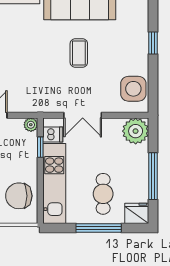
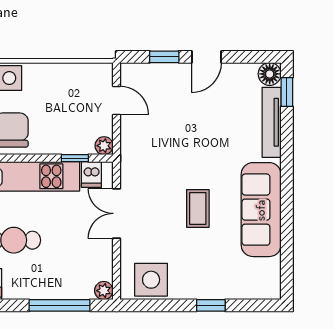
coffee table: (79, 53) -> (198, 208), turned 90
plant: (136, 131) -> (104, 291), width x0.53, depth x0.53
window: (153, 176) -> (59, 305), moved

